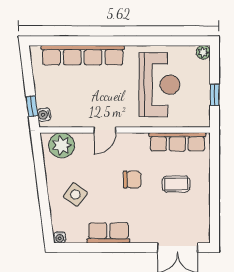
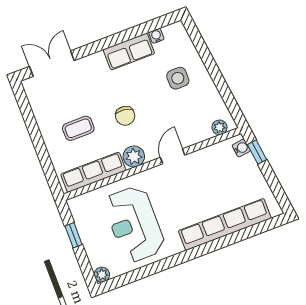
plant: (138, 142) -> (134, 156), added
plant: (62, 145) -> (219, 127), width x0.53, depth x0.53
chair: (132, 180) -> (125, 116), turned -83
side table: (75, 195) -> (178, 78), turned -37
water cooler: (60, 237) -> (156, 36), moved

